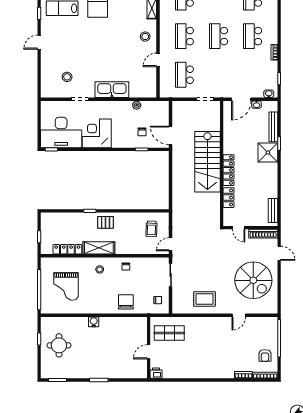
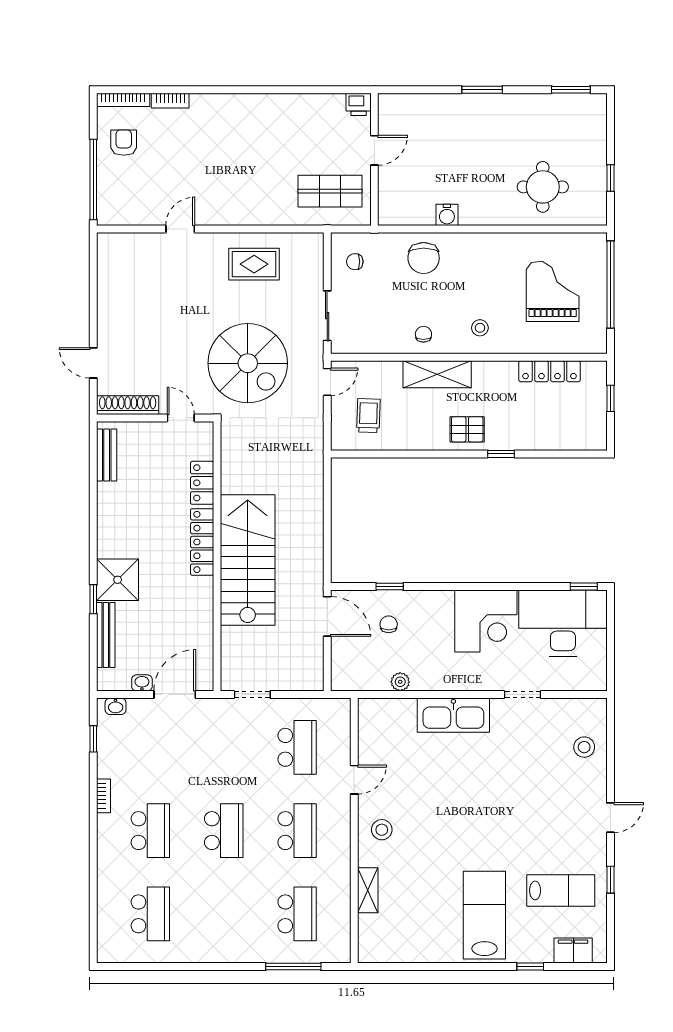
stool: (67, 77) -> (584, 747), moved
shelving: (99, 248) -> (437, 374), moved
spiral stairs: (253, 280) -> (248, 363), moved, turned 180
water cooler: (94, 322) -> (447, 215), moved
round table: (59, 345) -> (543, 187), moved

